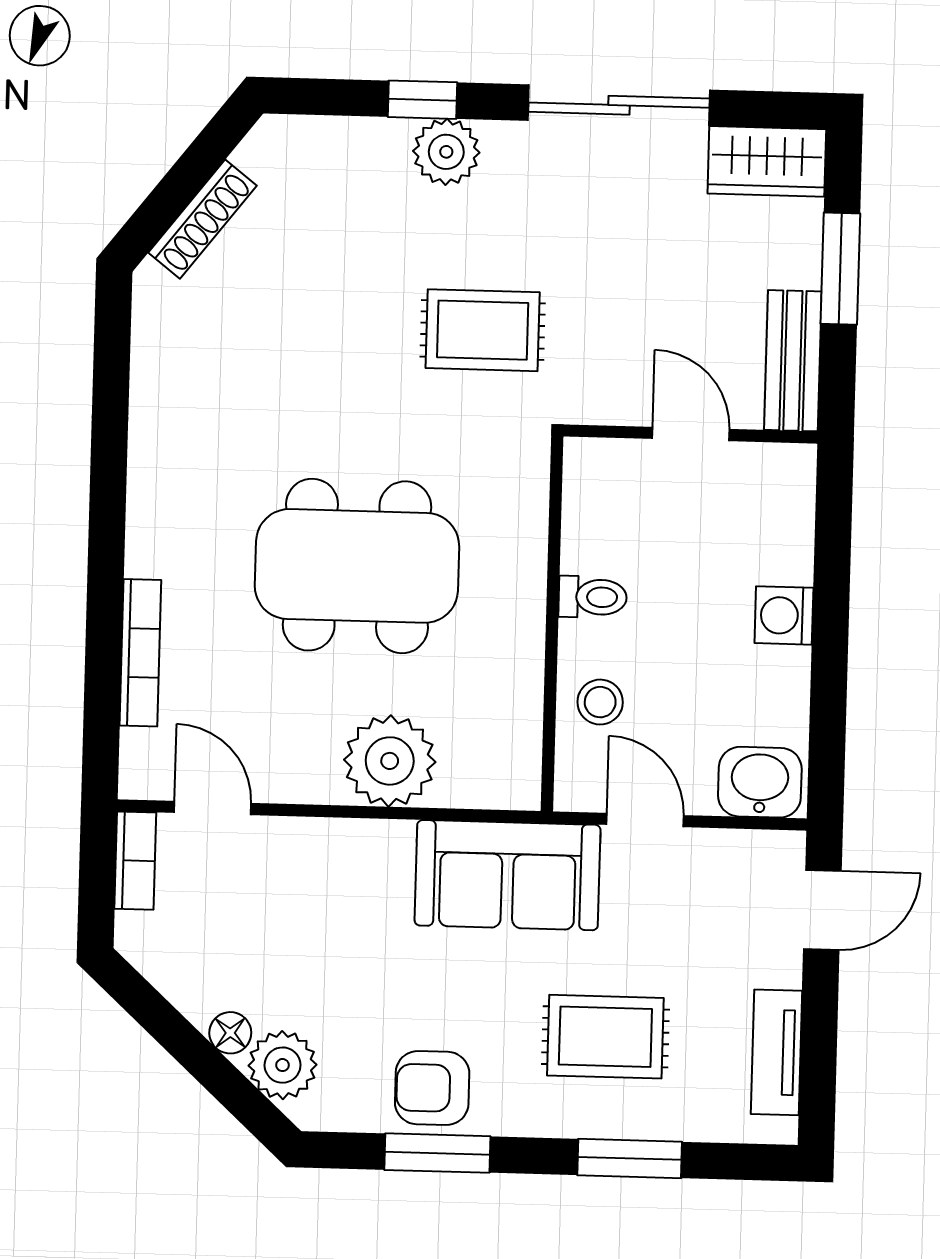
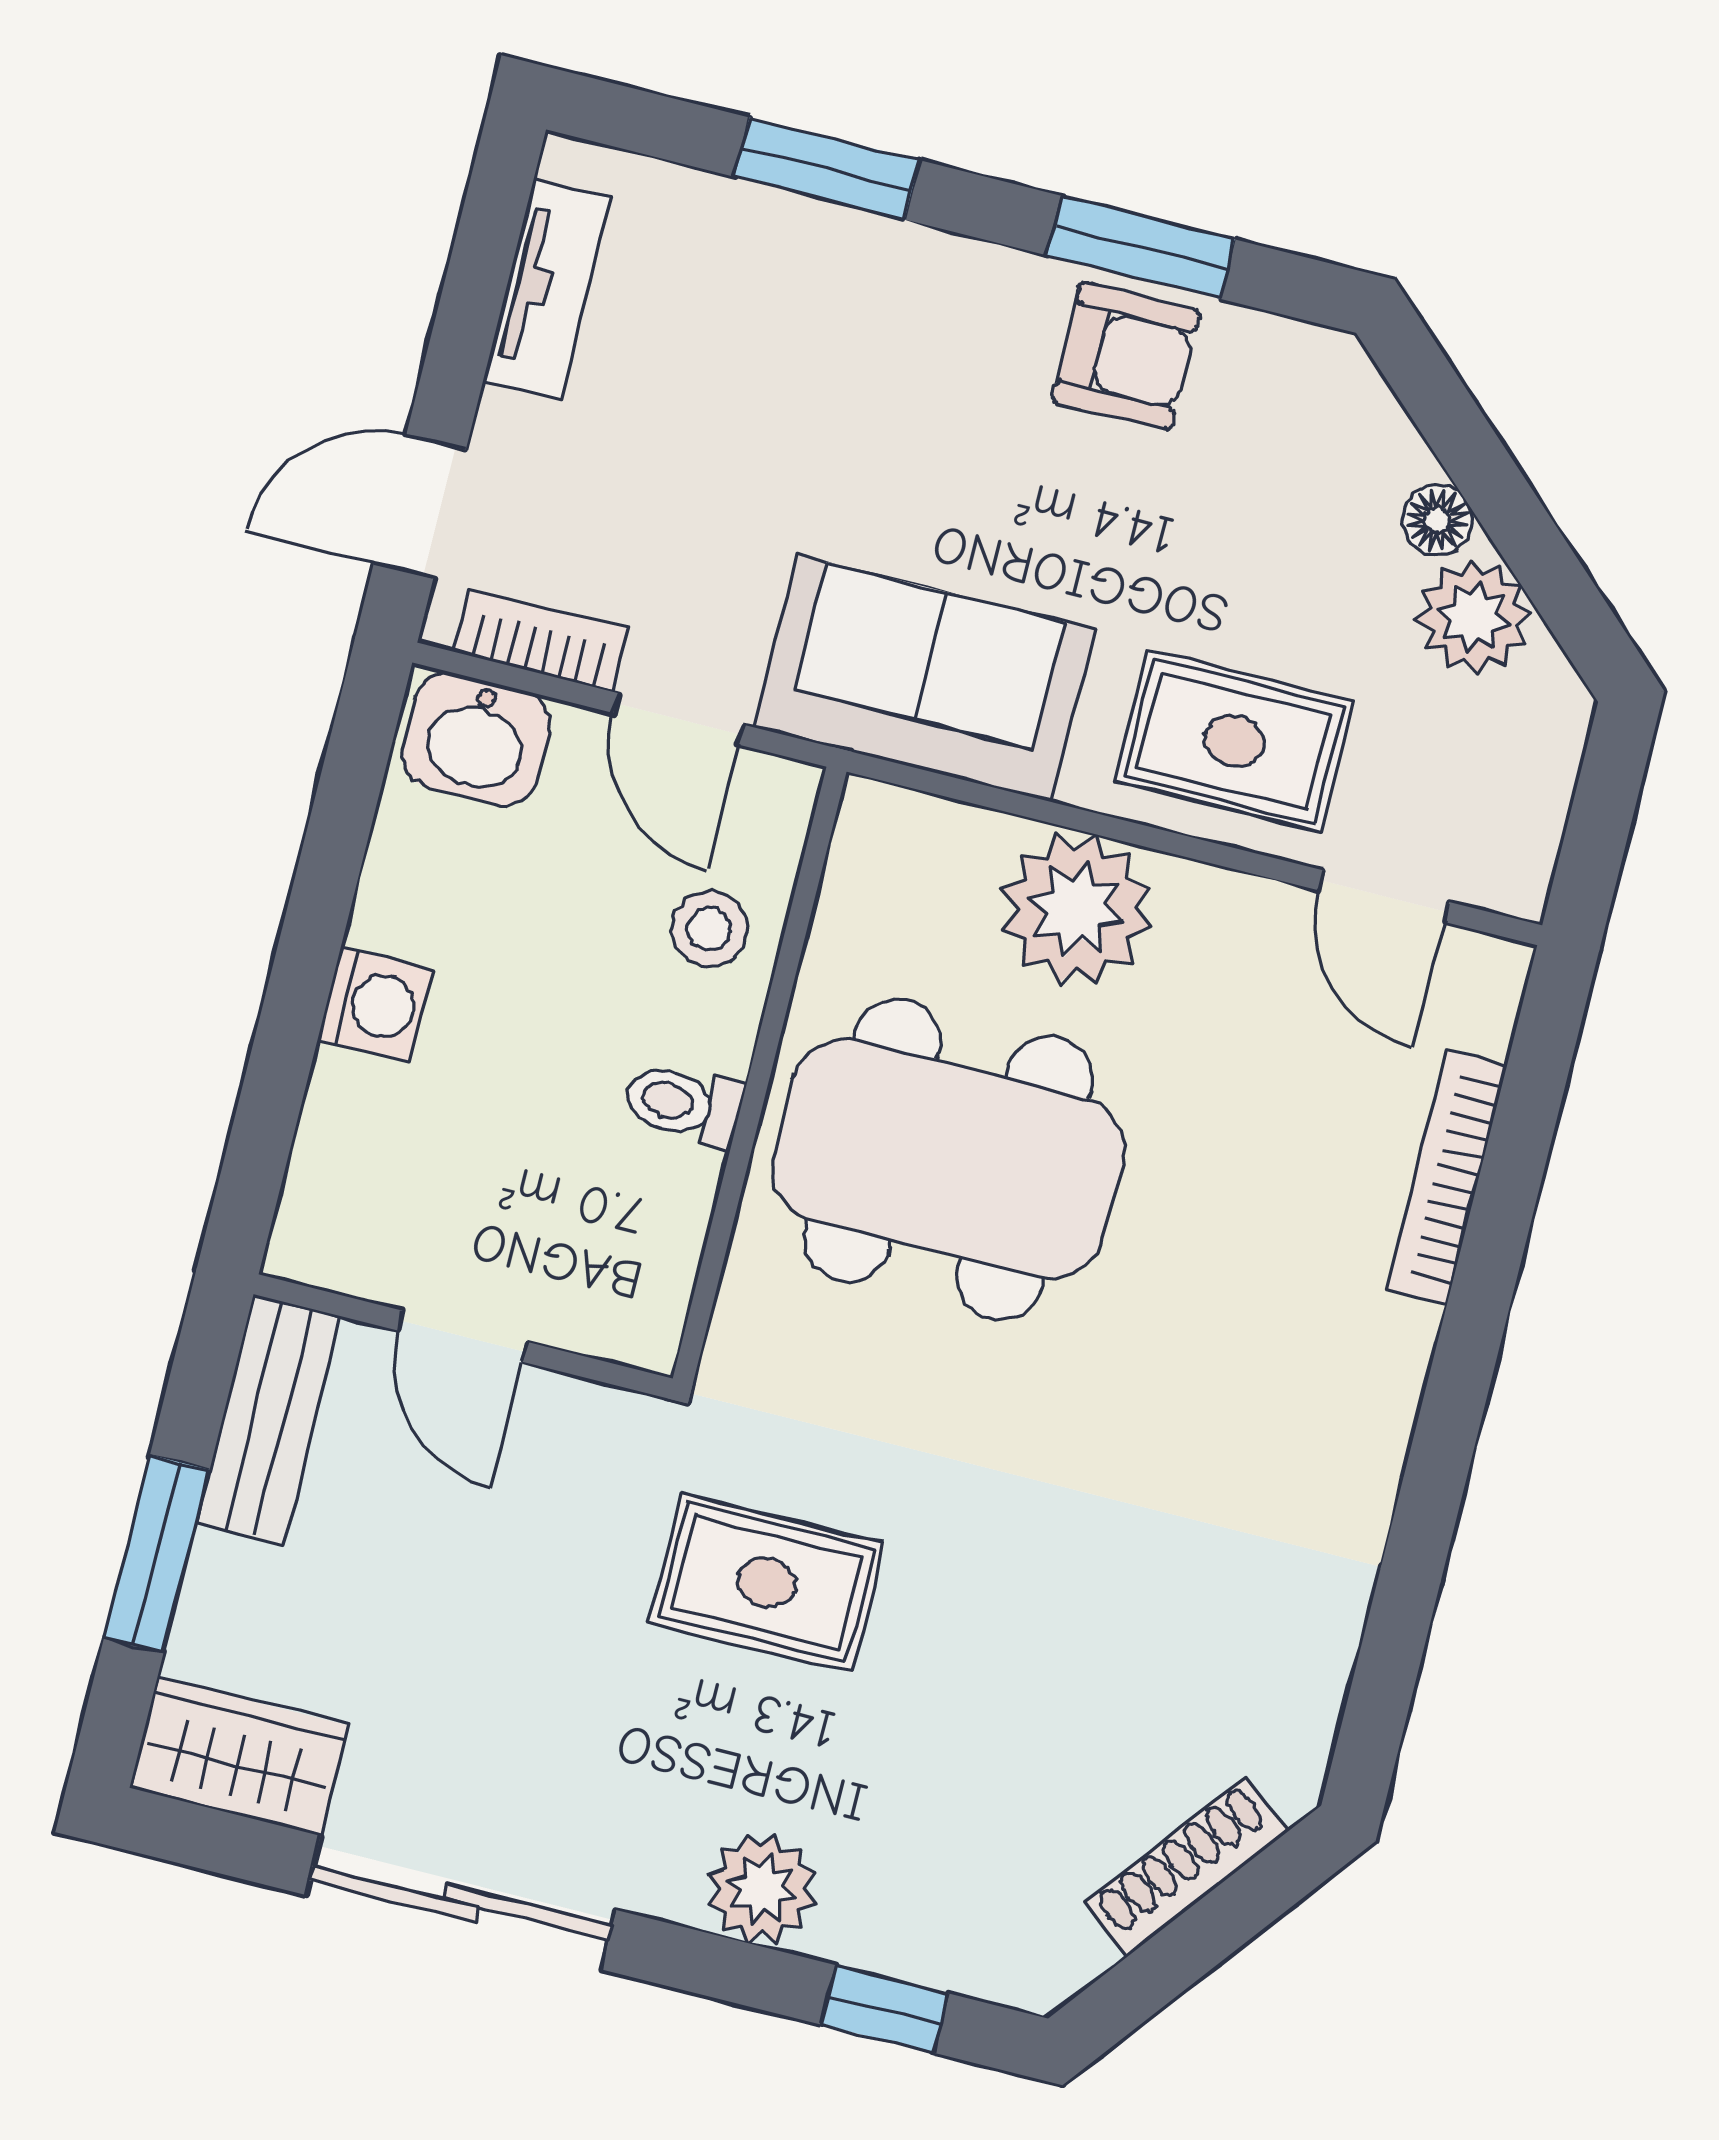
window: (423, 100) -> (885, 2009), moved
dining table: (357, 566) -> (948, 1159), moved
bookcase: (135, 861) -> (541, 640), moved, turned 90
rug: (605, 1037) -> (1234, 741), moved
plant: (283, 1065) -> (1474, 617), moved

